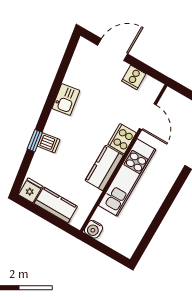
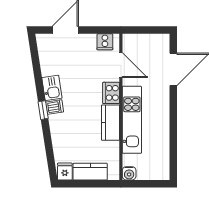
cooker: (134, 77) -> (105, 42), moved
window: (35, 141) -> (43, 110), moved
dishwasher: (49, 143) -> (55, 107), moved

